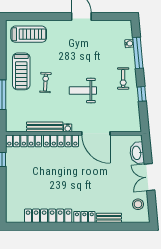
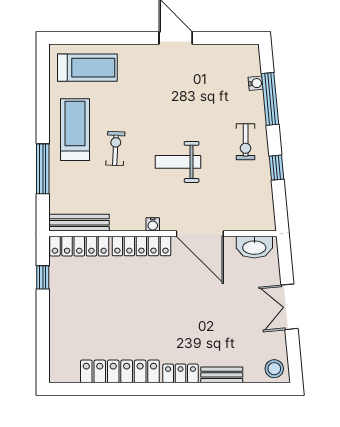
treadmill: (21, 71) -> (75, 130), turned 180
bench: (45, 127) -> (79, 223), moved
washbasin: (137, 153) -> (254, 247), moved, turned -85
stool: (138, 204) -> (274, 369), moved

